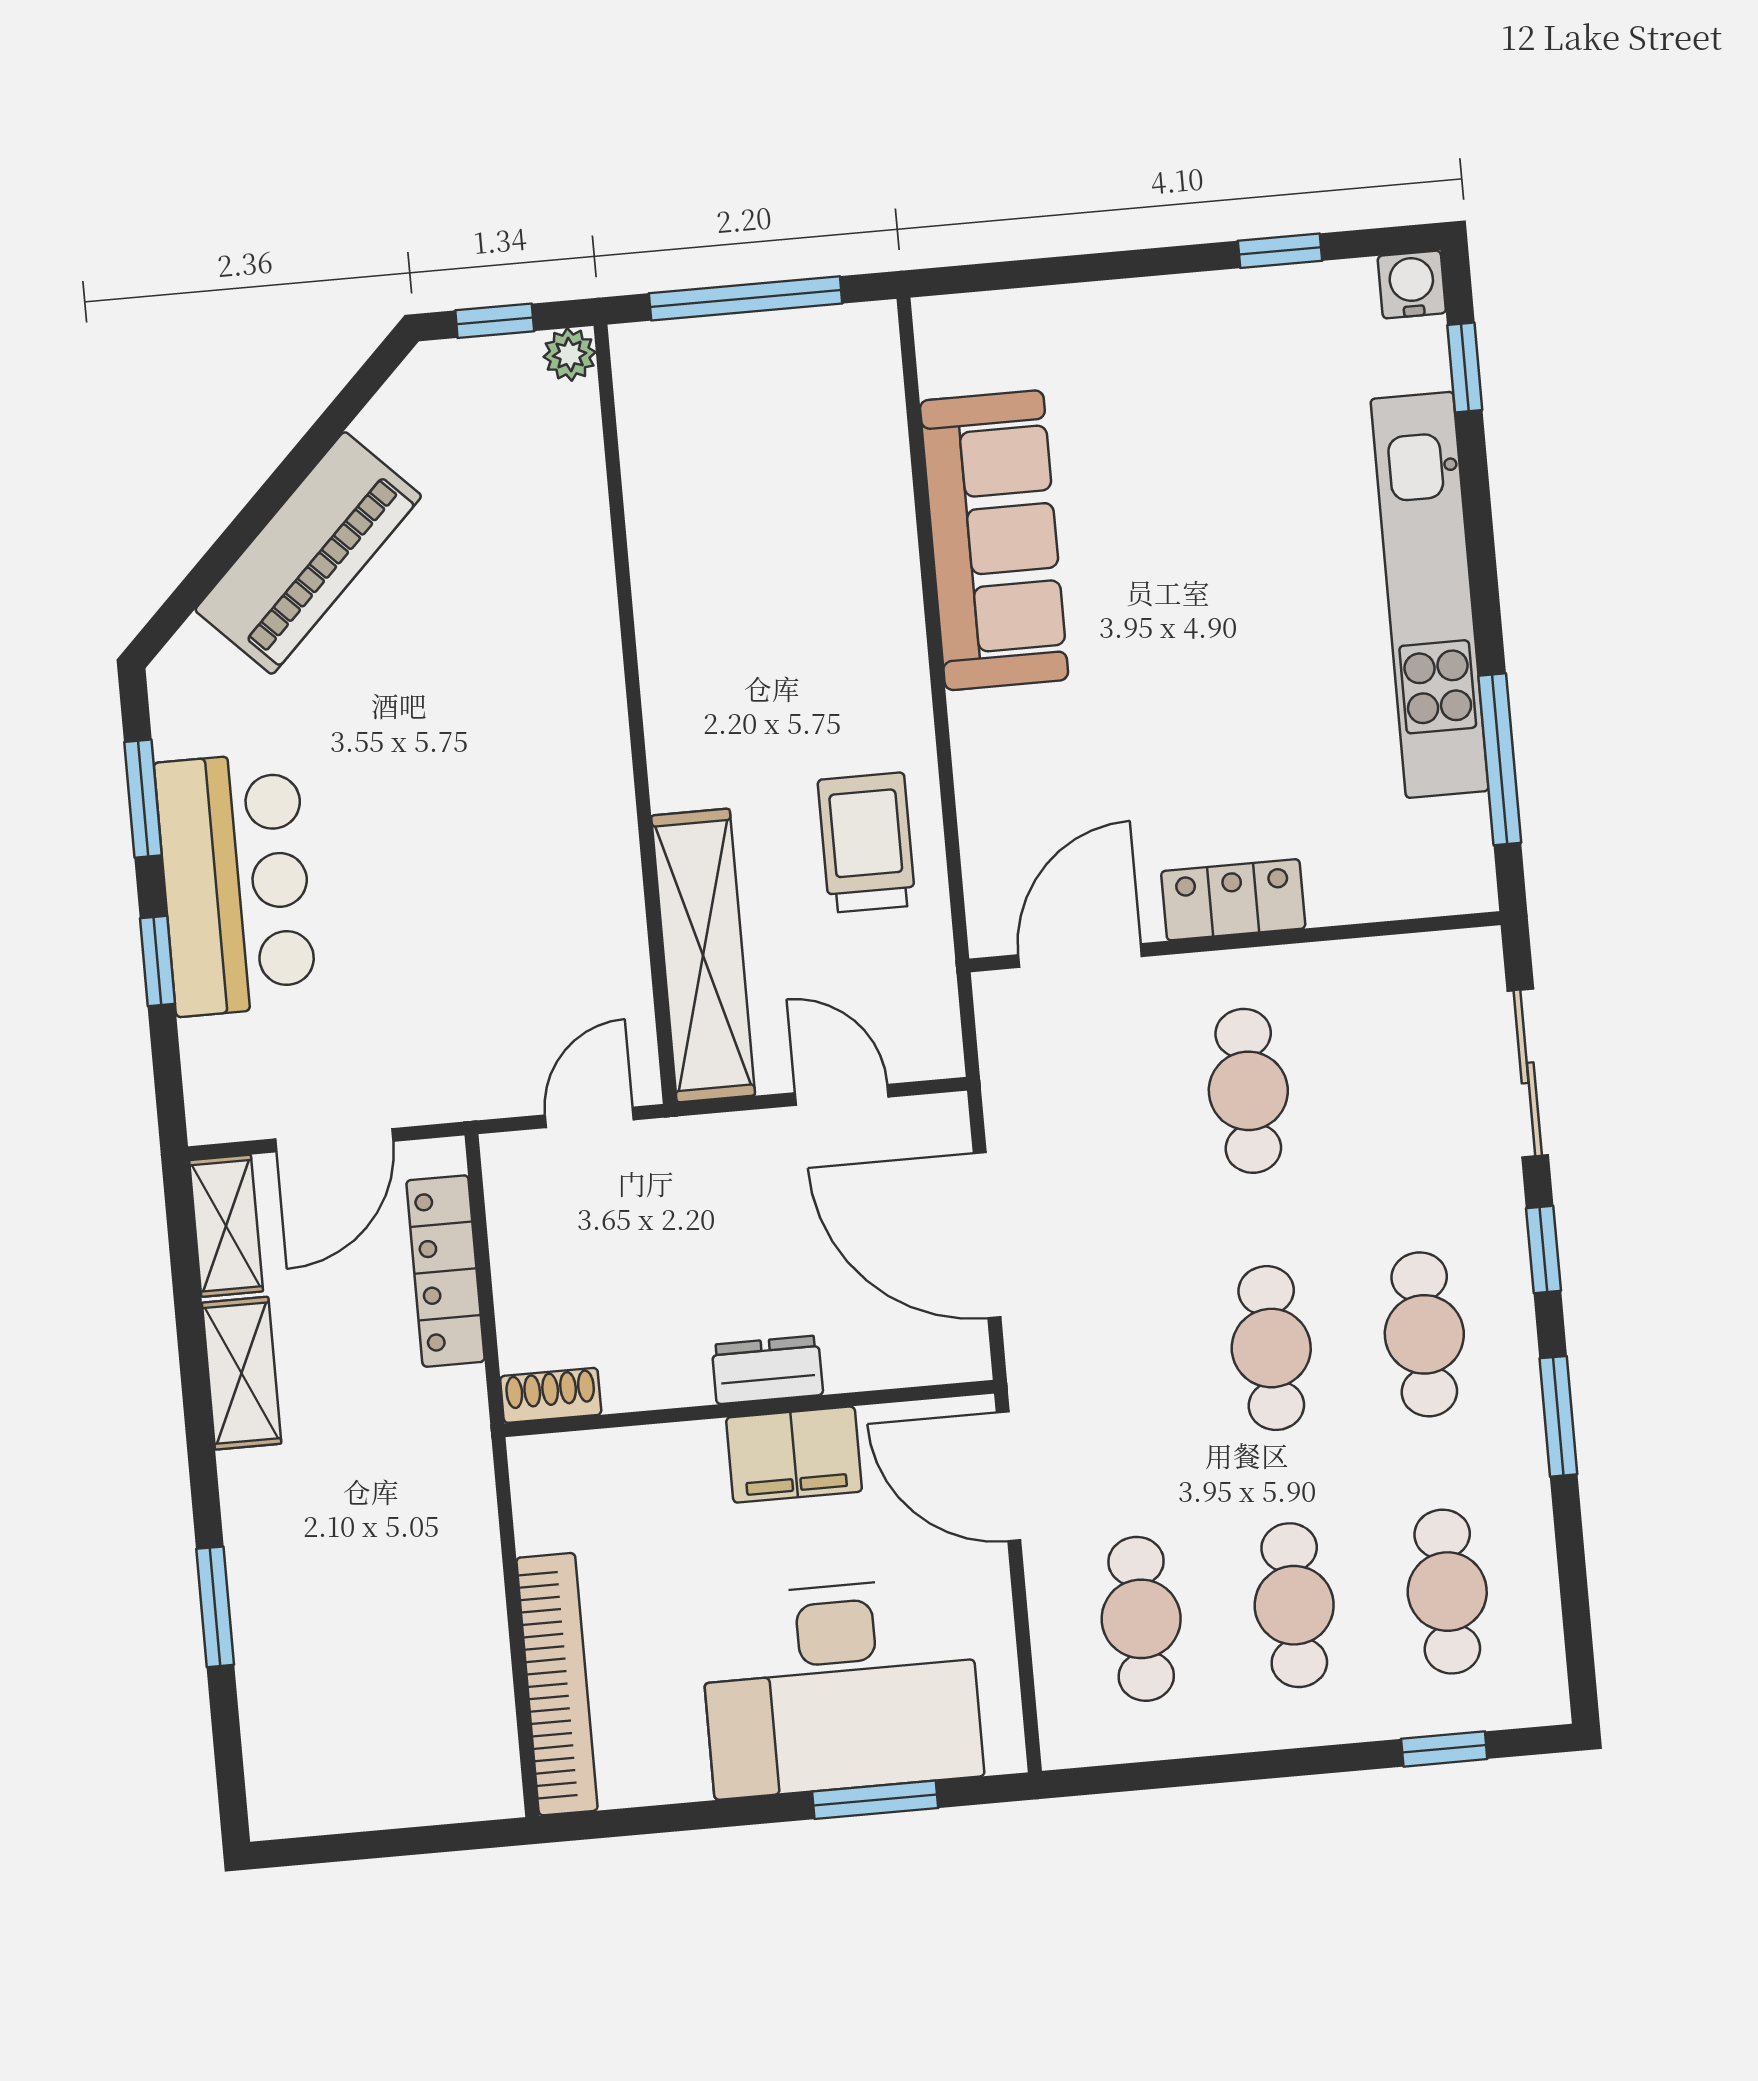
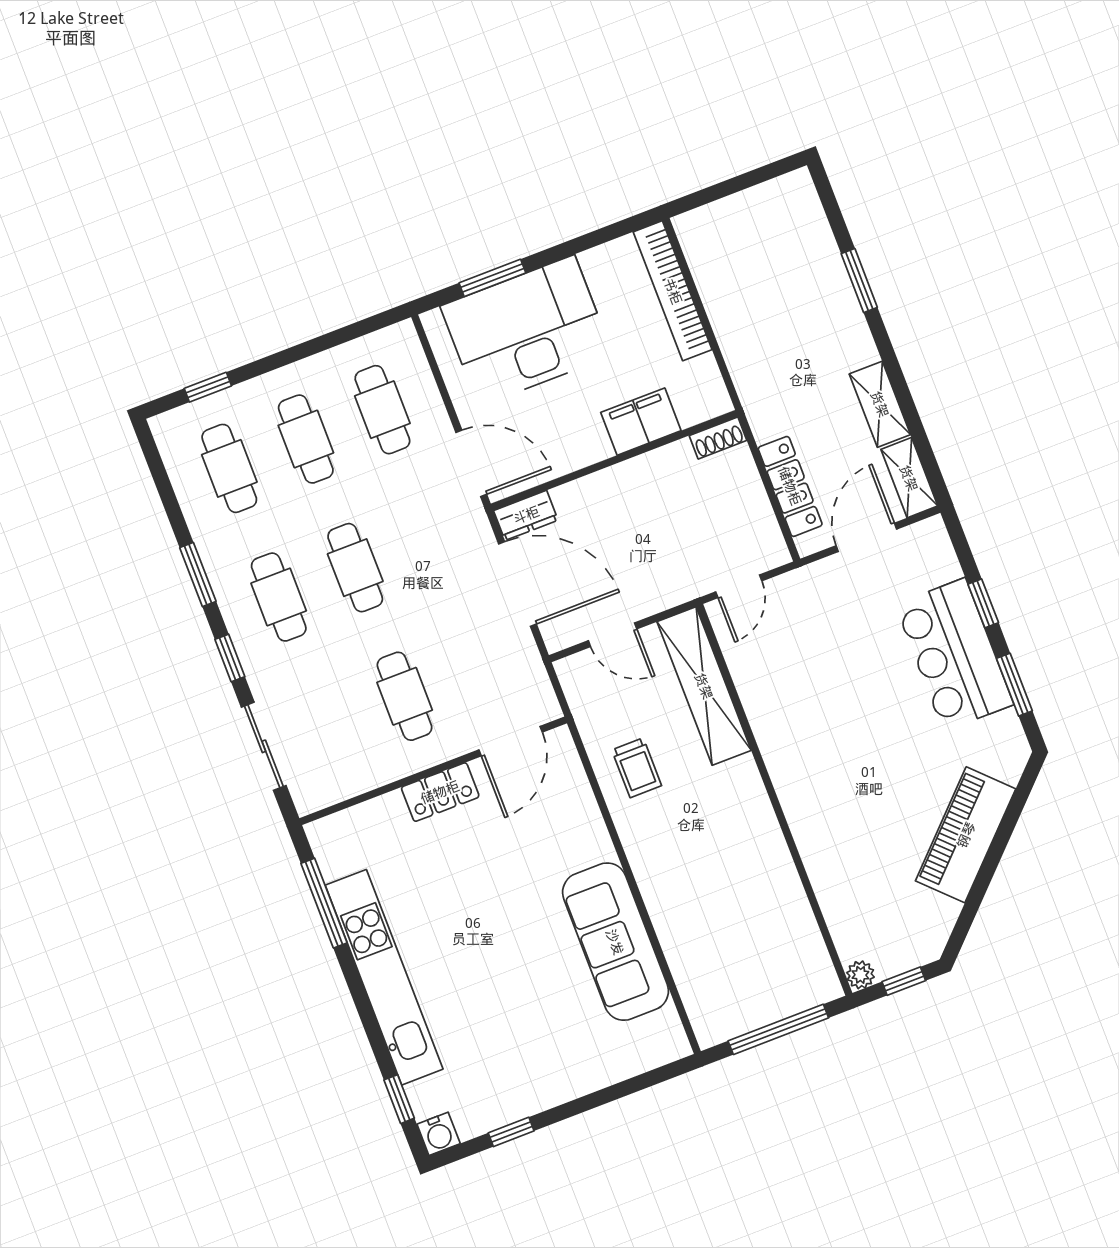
trolley: (867, 843) -> (637, 768), width x0.73, depth x0.72
dresser: (767, 1370) -> (526, 515), moved
filing cabinet: (794, 1455) -> (641, 422), moved

